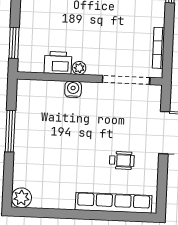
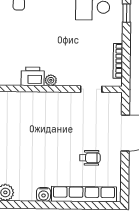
doorway: (126, 80) -> (91, 89), width x0.53
water cooler: (73, 89) -> (44, 194), moved, turned 180

